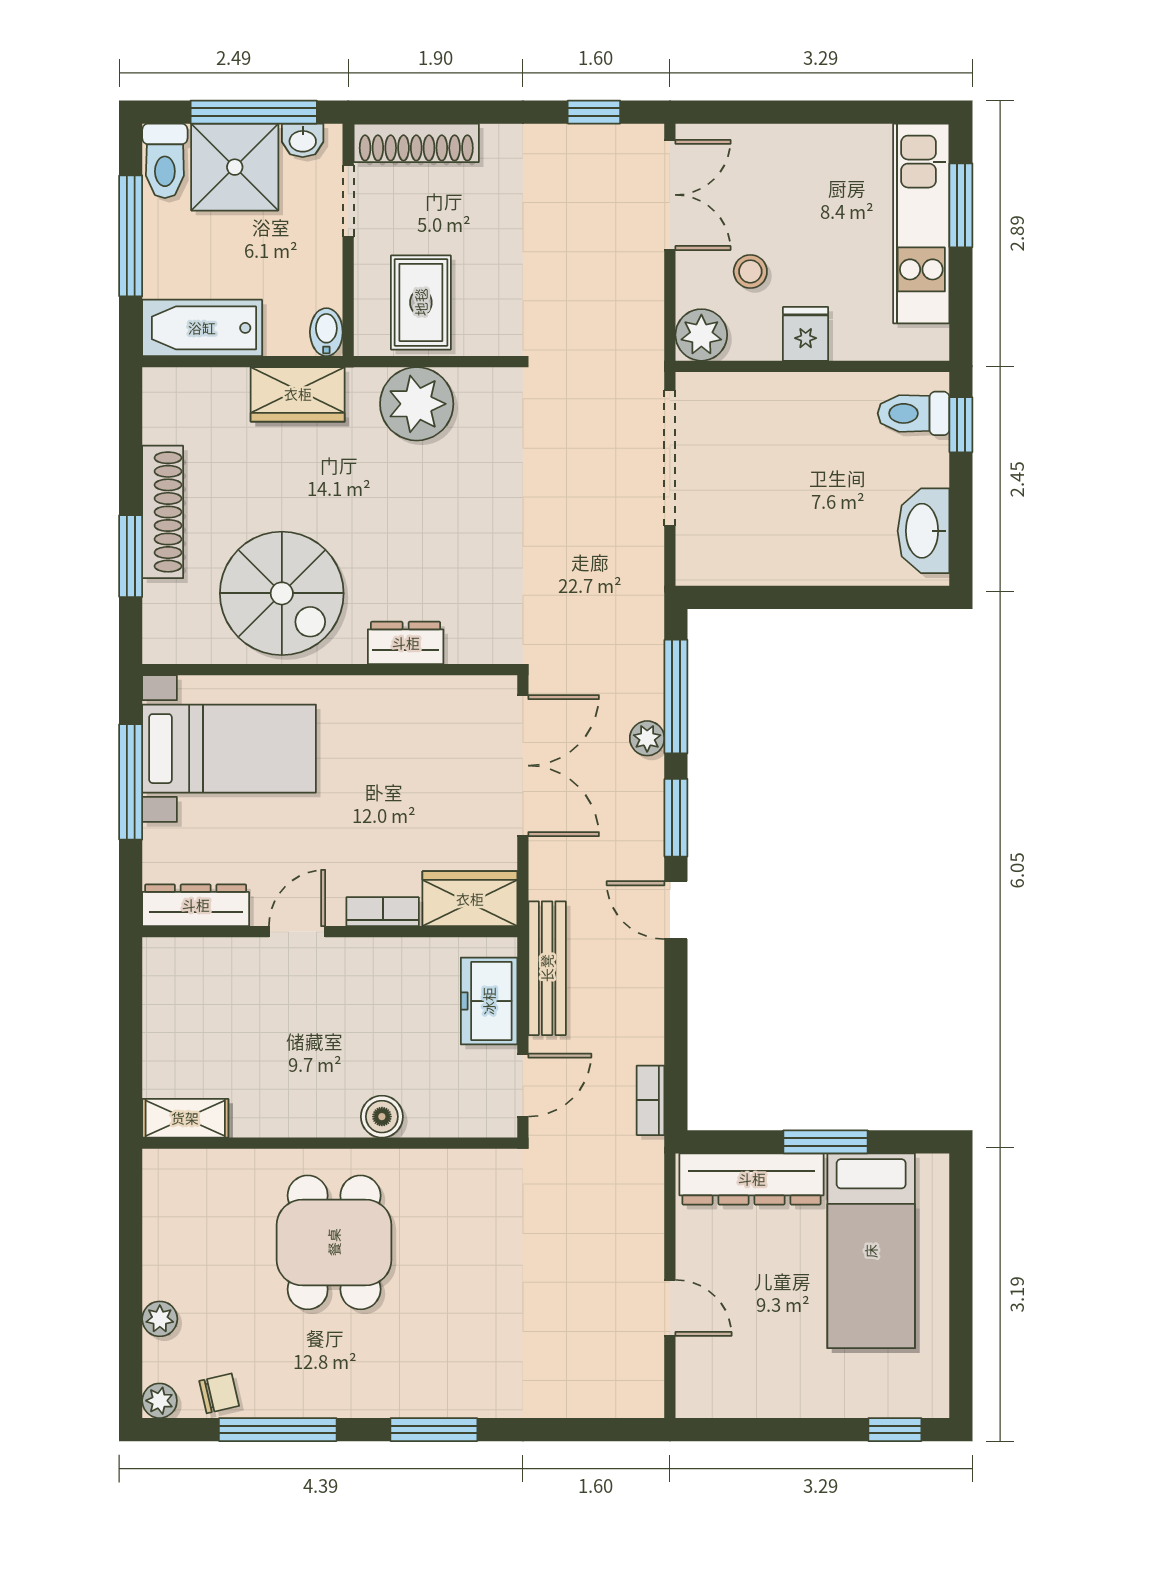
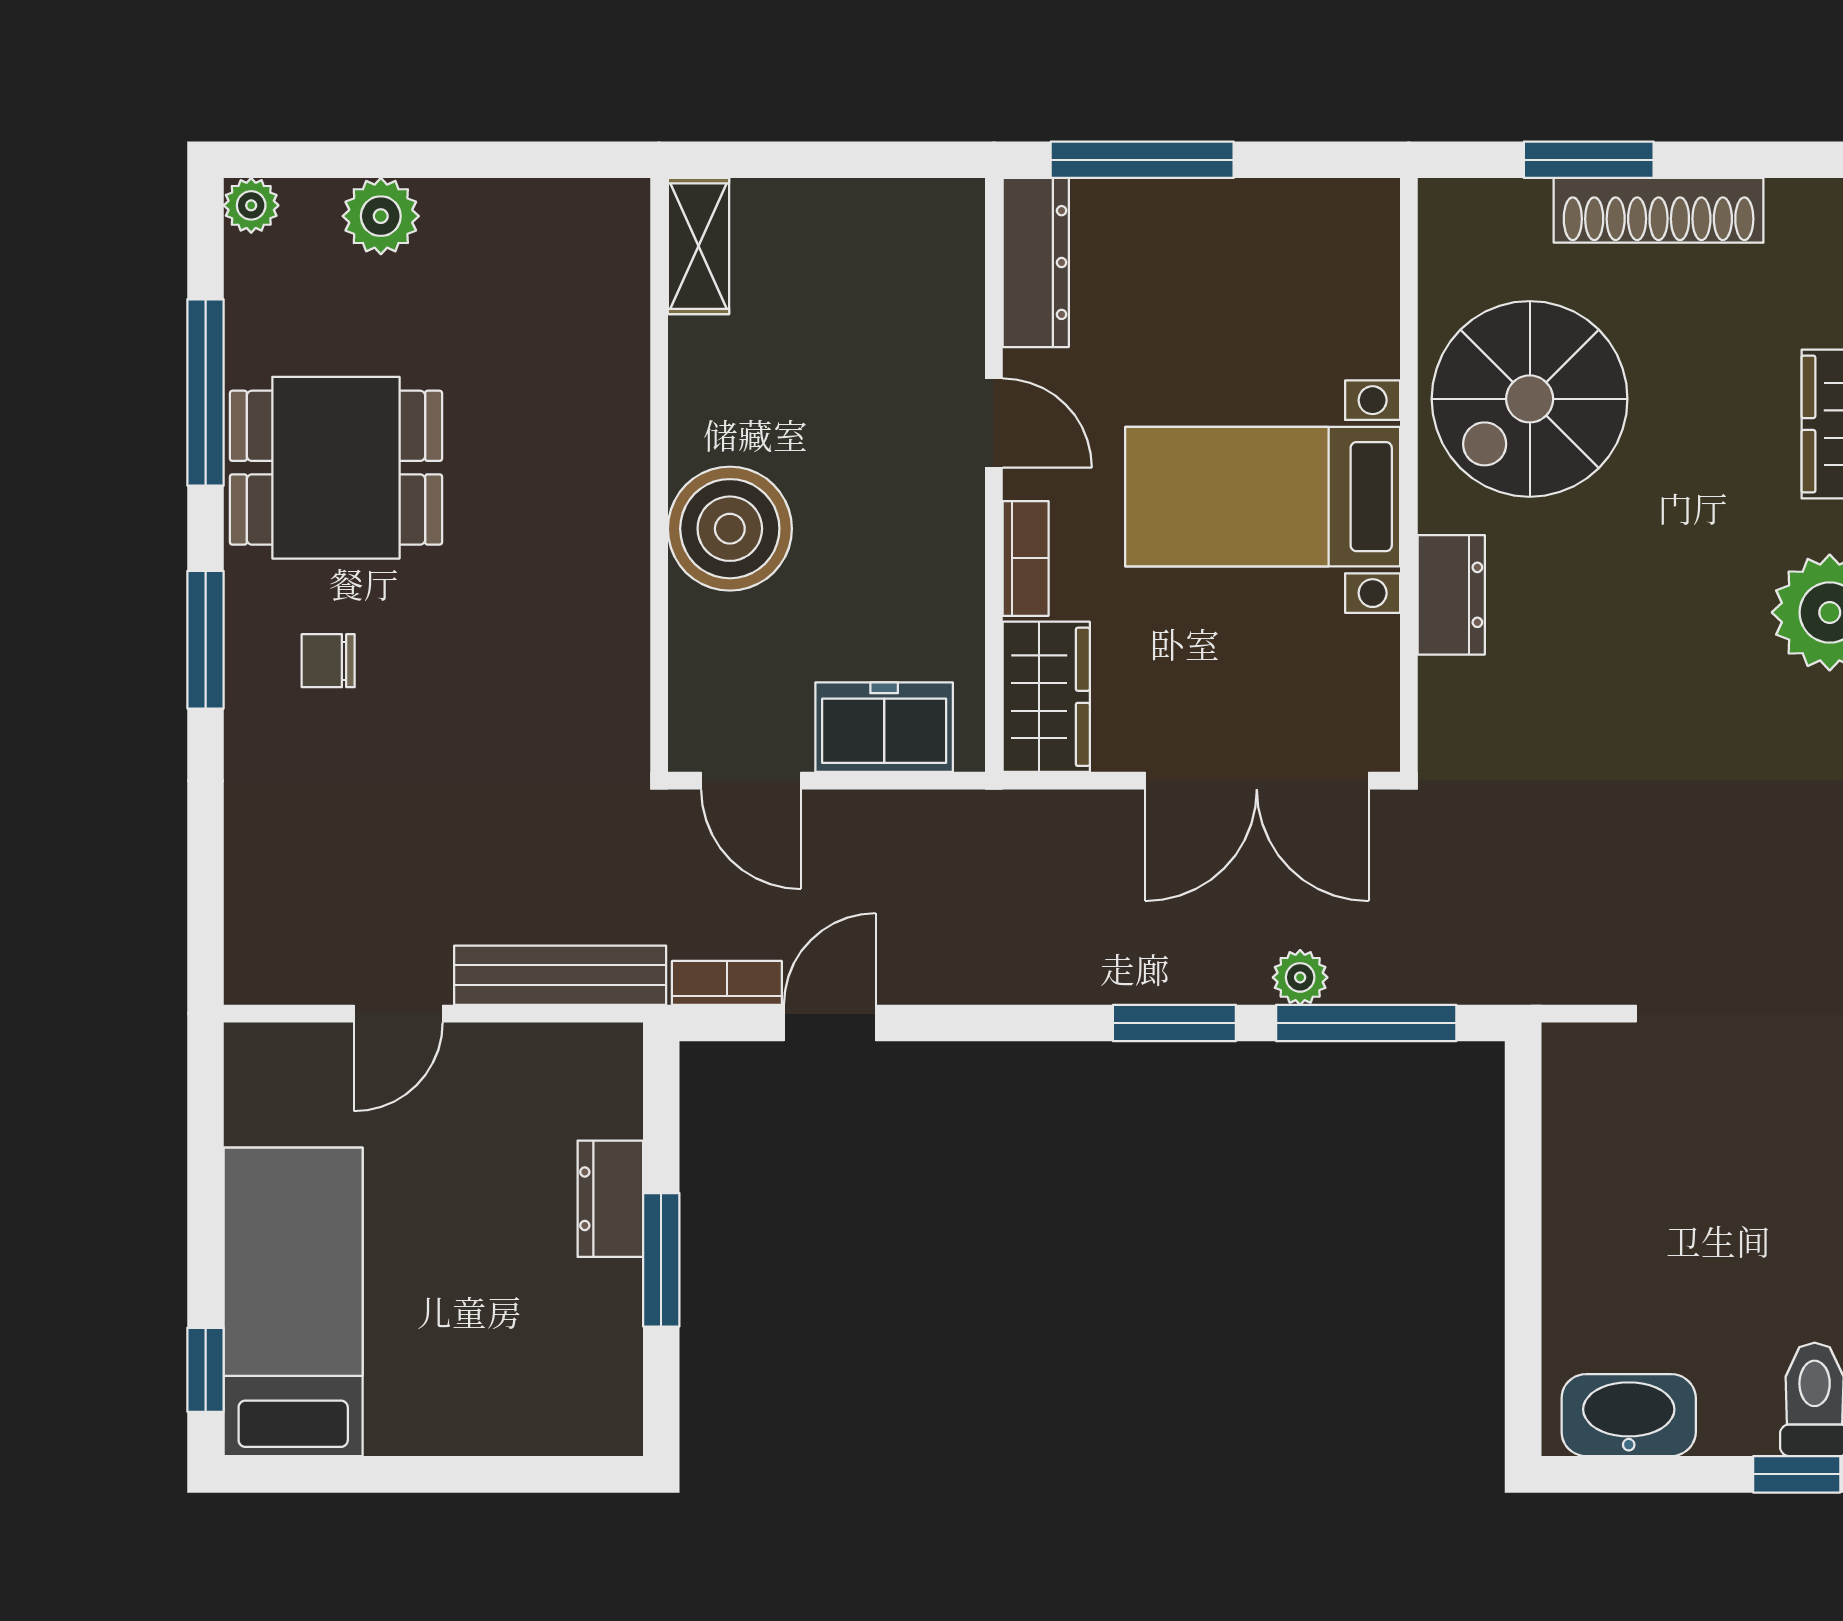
bed with nightstands: (229, 749) -> (1263, 497), moved, turned 90
window: (131, 782) -> (1142, 160), moved
door: (676, 910) -> (830, 1023), moved
bench: (547, 968) -> (560, 975), moved
boiler: (382, 1117) -> (730, 529), width x1.86, depth x1.86
dresser: (752, 1179) -> (610, 1199), width x0.51, depth x0.80
dining table: (334, 1242) -> (336, 468), moved
bed: (871, 1251) -> (293, 1302), moved, turned 90
plant: (160, 1319) -> (381, 216), width x1.38, depth x1.38
chair: (219, 1393) -> (328, 661), moved, turned 103

